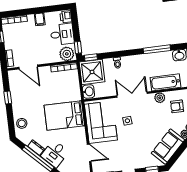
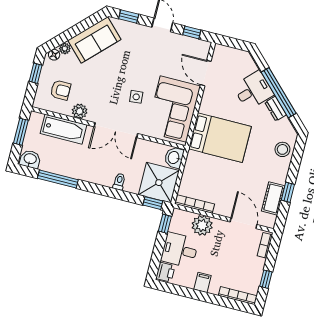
plant: (67, 54) -> (202, 225), moved
cot: (16, 90) -> (273, 198), added

